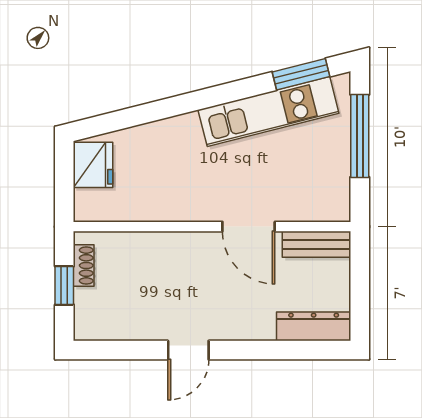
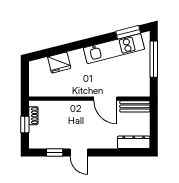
fridge: (93, 165) -> (59, 63), moved, turned 76
window: (132, 350) -> (55, 153), added
door: (188, 350) -> (79, 153), hinge flipped

